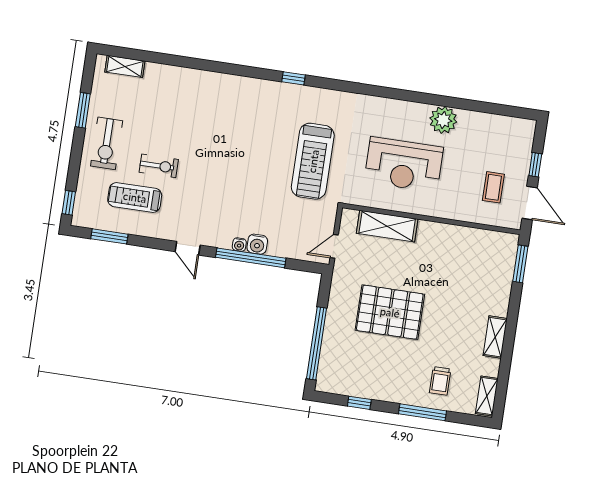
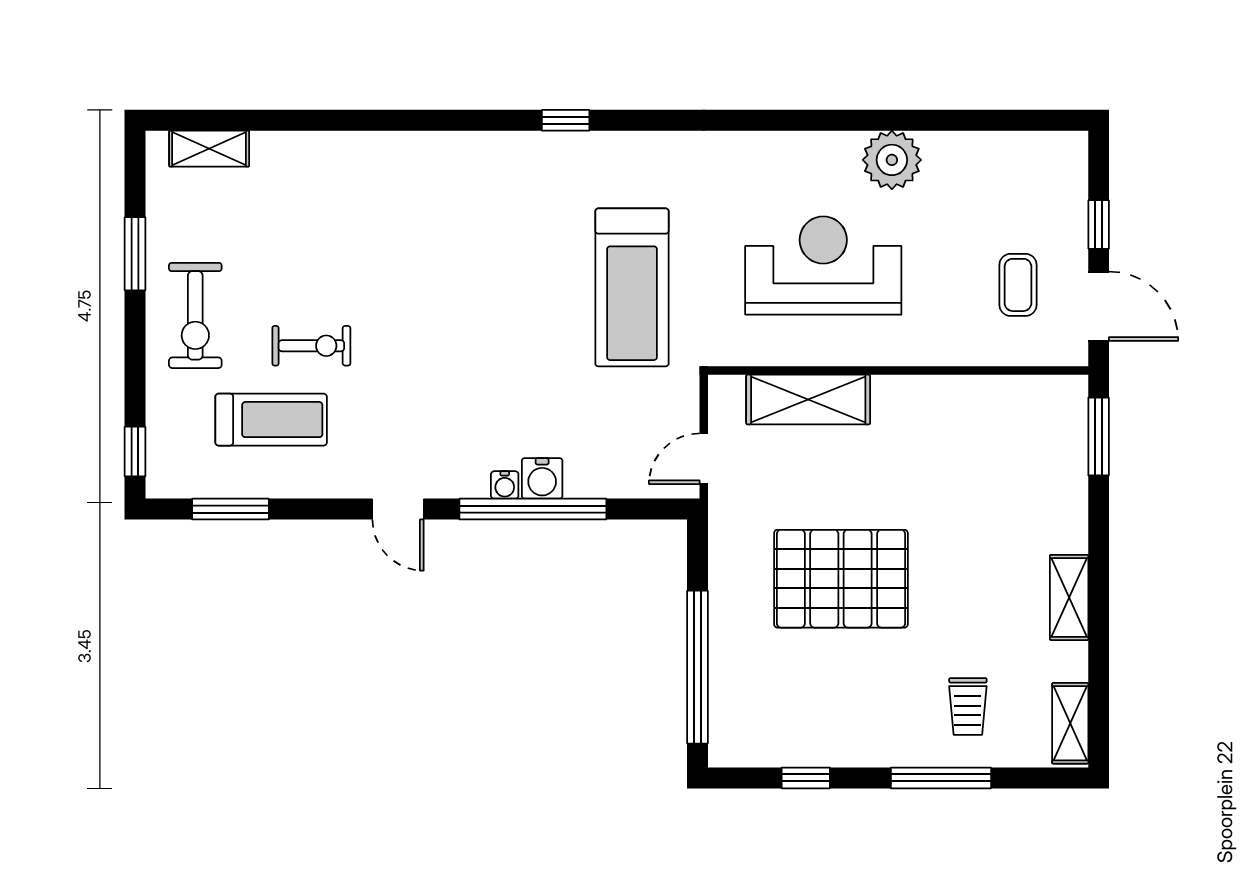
reception desk: (404, 165) -> (823, 266), turned 180
treadmill: (135, 197) -> (271, 420), turned 180

